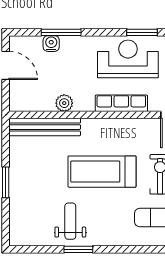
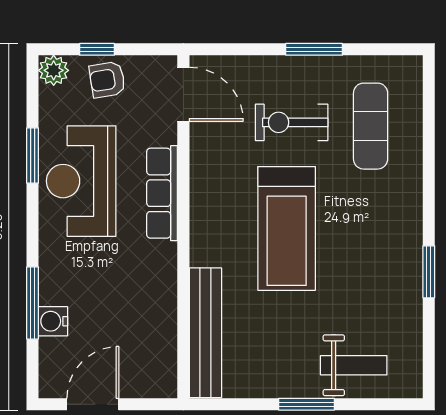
plant: (64, 103) -> (162, 297), removed
weight bench: (70, 221) -> (354, 365), moved, turned 180

